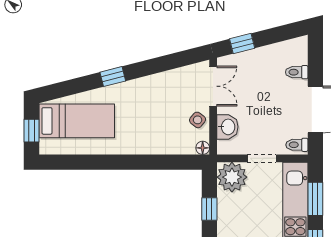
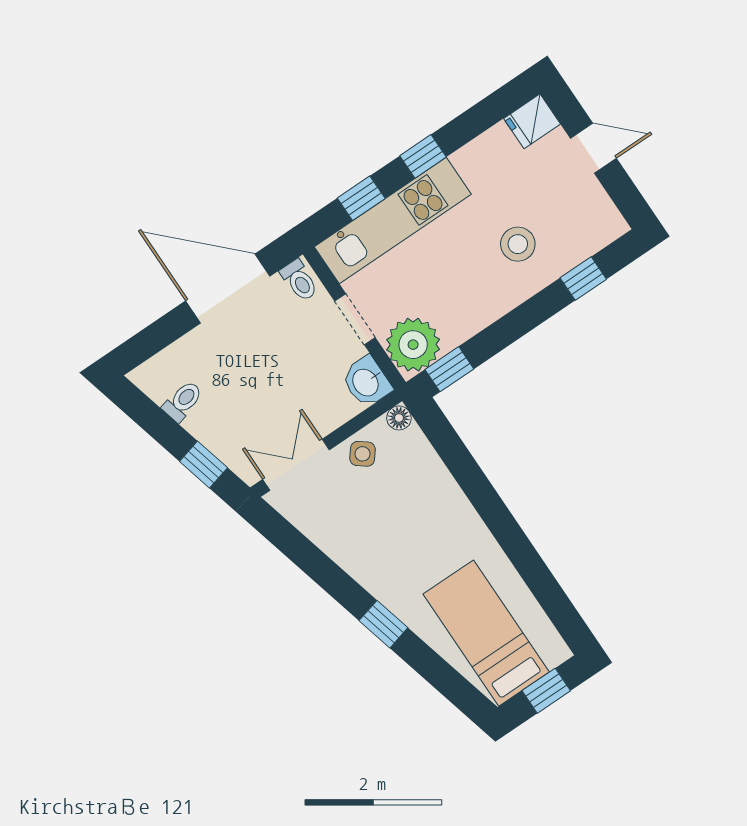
toilet: (297, 72) -> (183, 401), moved, turned -104
washbasin: (227, 127) -> (366, 382), moved, turned -90
window: (315, 199) -> (361, 198), width x0.67
window: (209, 209) -> (449, 369), moved

